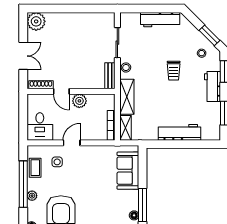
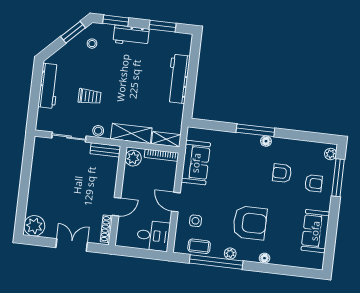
trolley: (174, 71) -> (90, 96), moved
plant: (79, 101) -> (133, 158), moved
sofa: (128, 171) -> (196, 163), moved, turned -90

